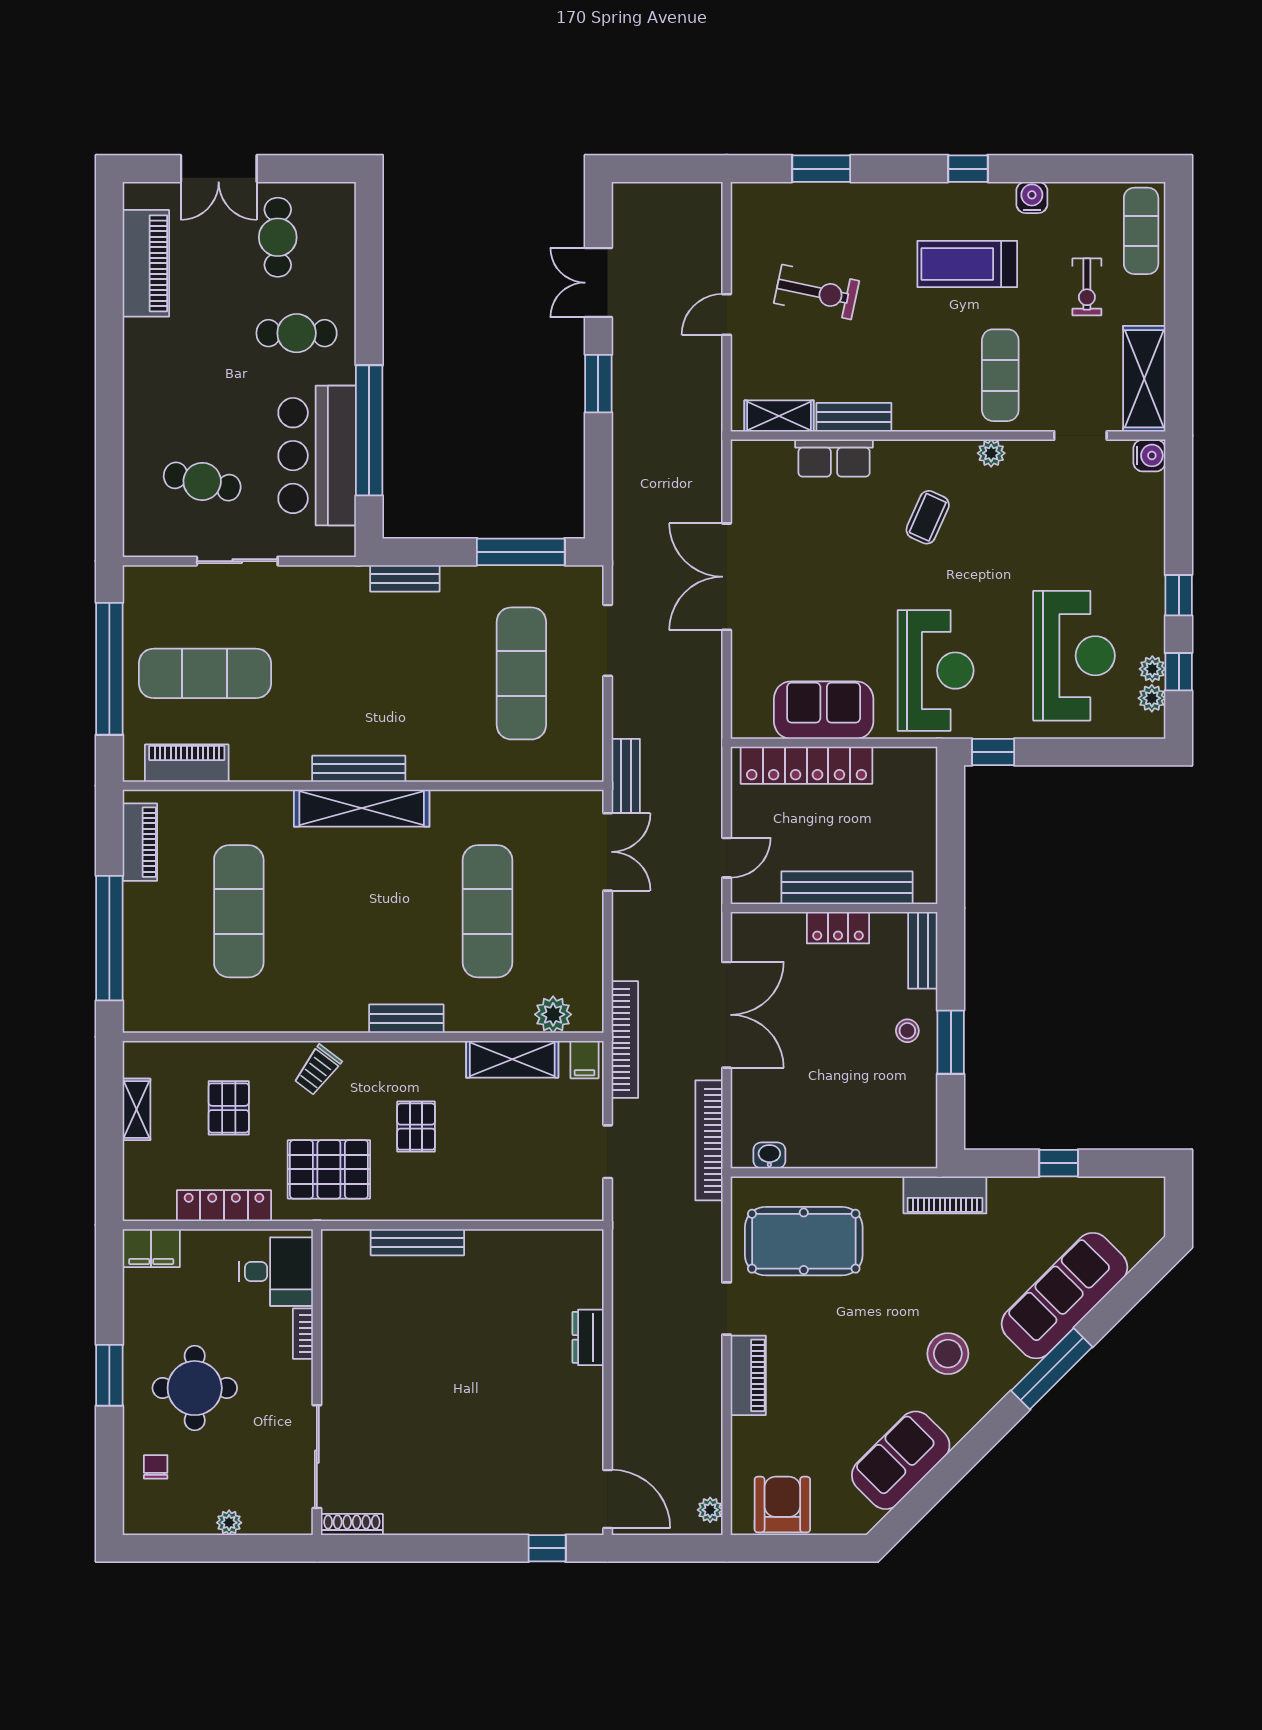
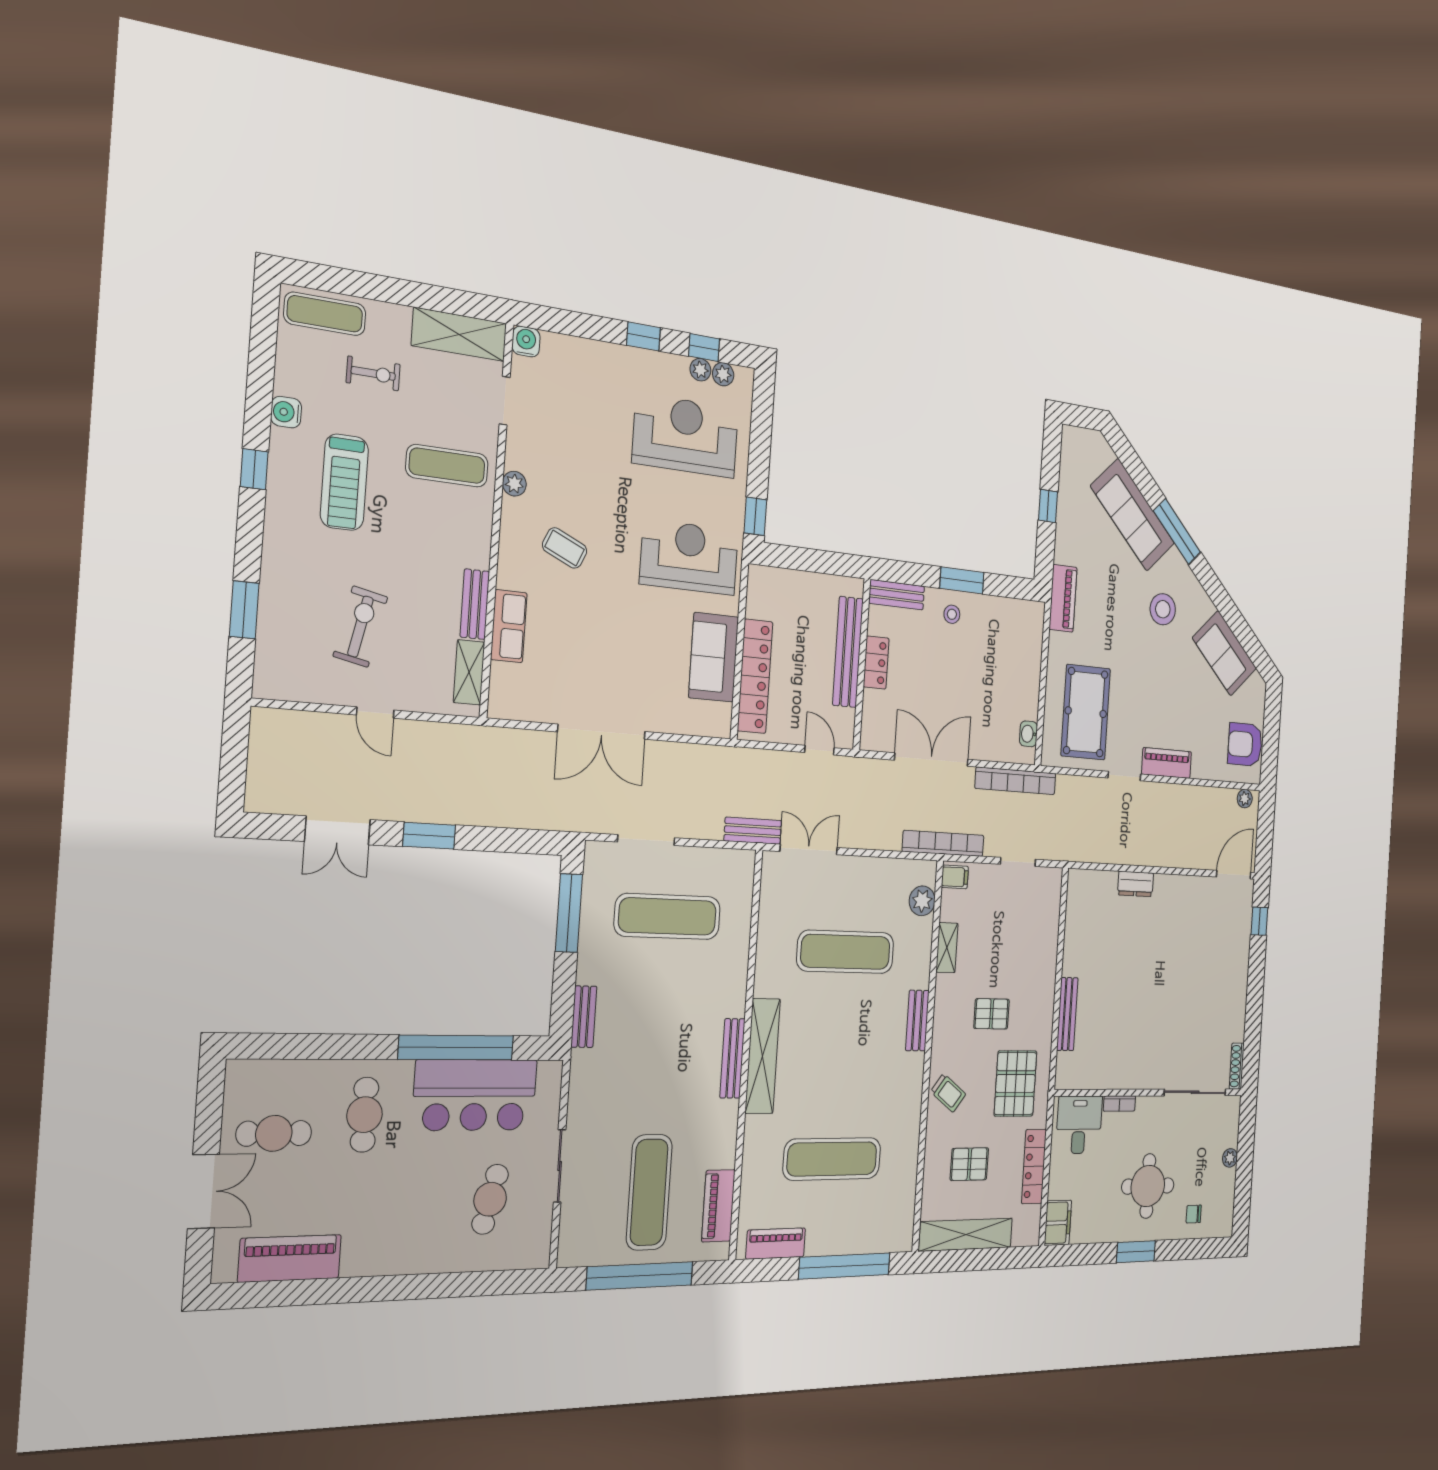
shelving: (512, 1059) -> (947, 948), width x0.67, depth x0.75
shelving: (136, 1109) -> (966, 1235), width x2.20, depth x1.33

